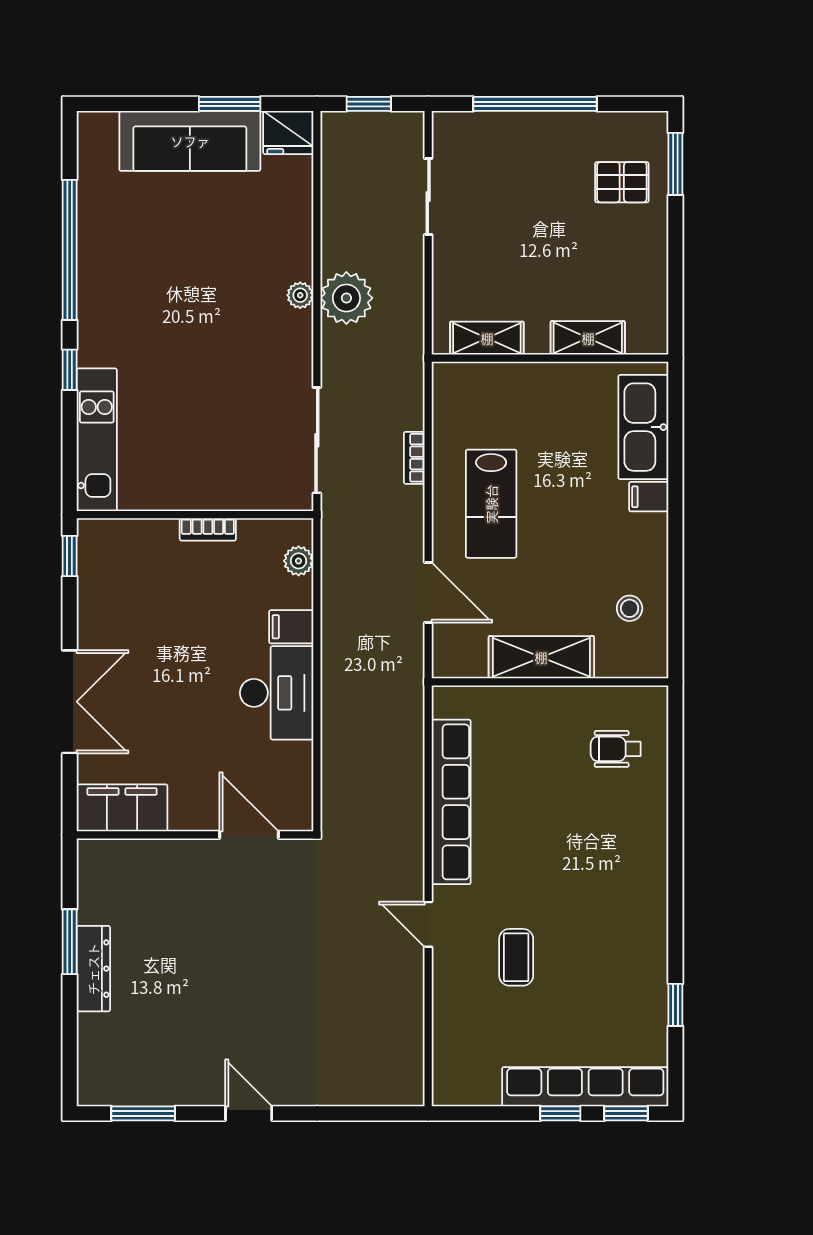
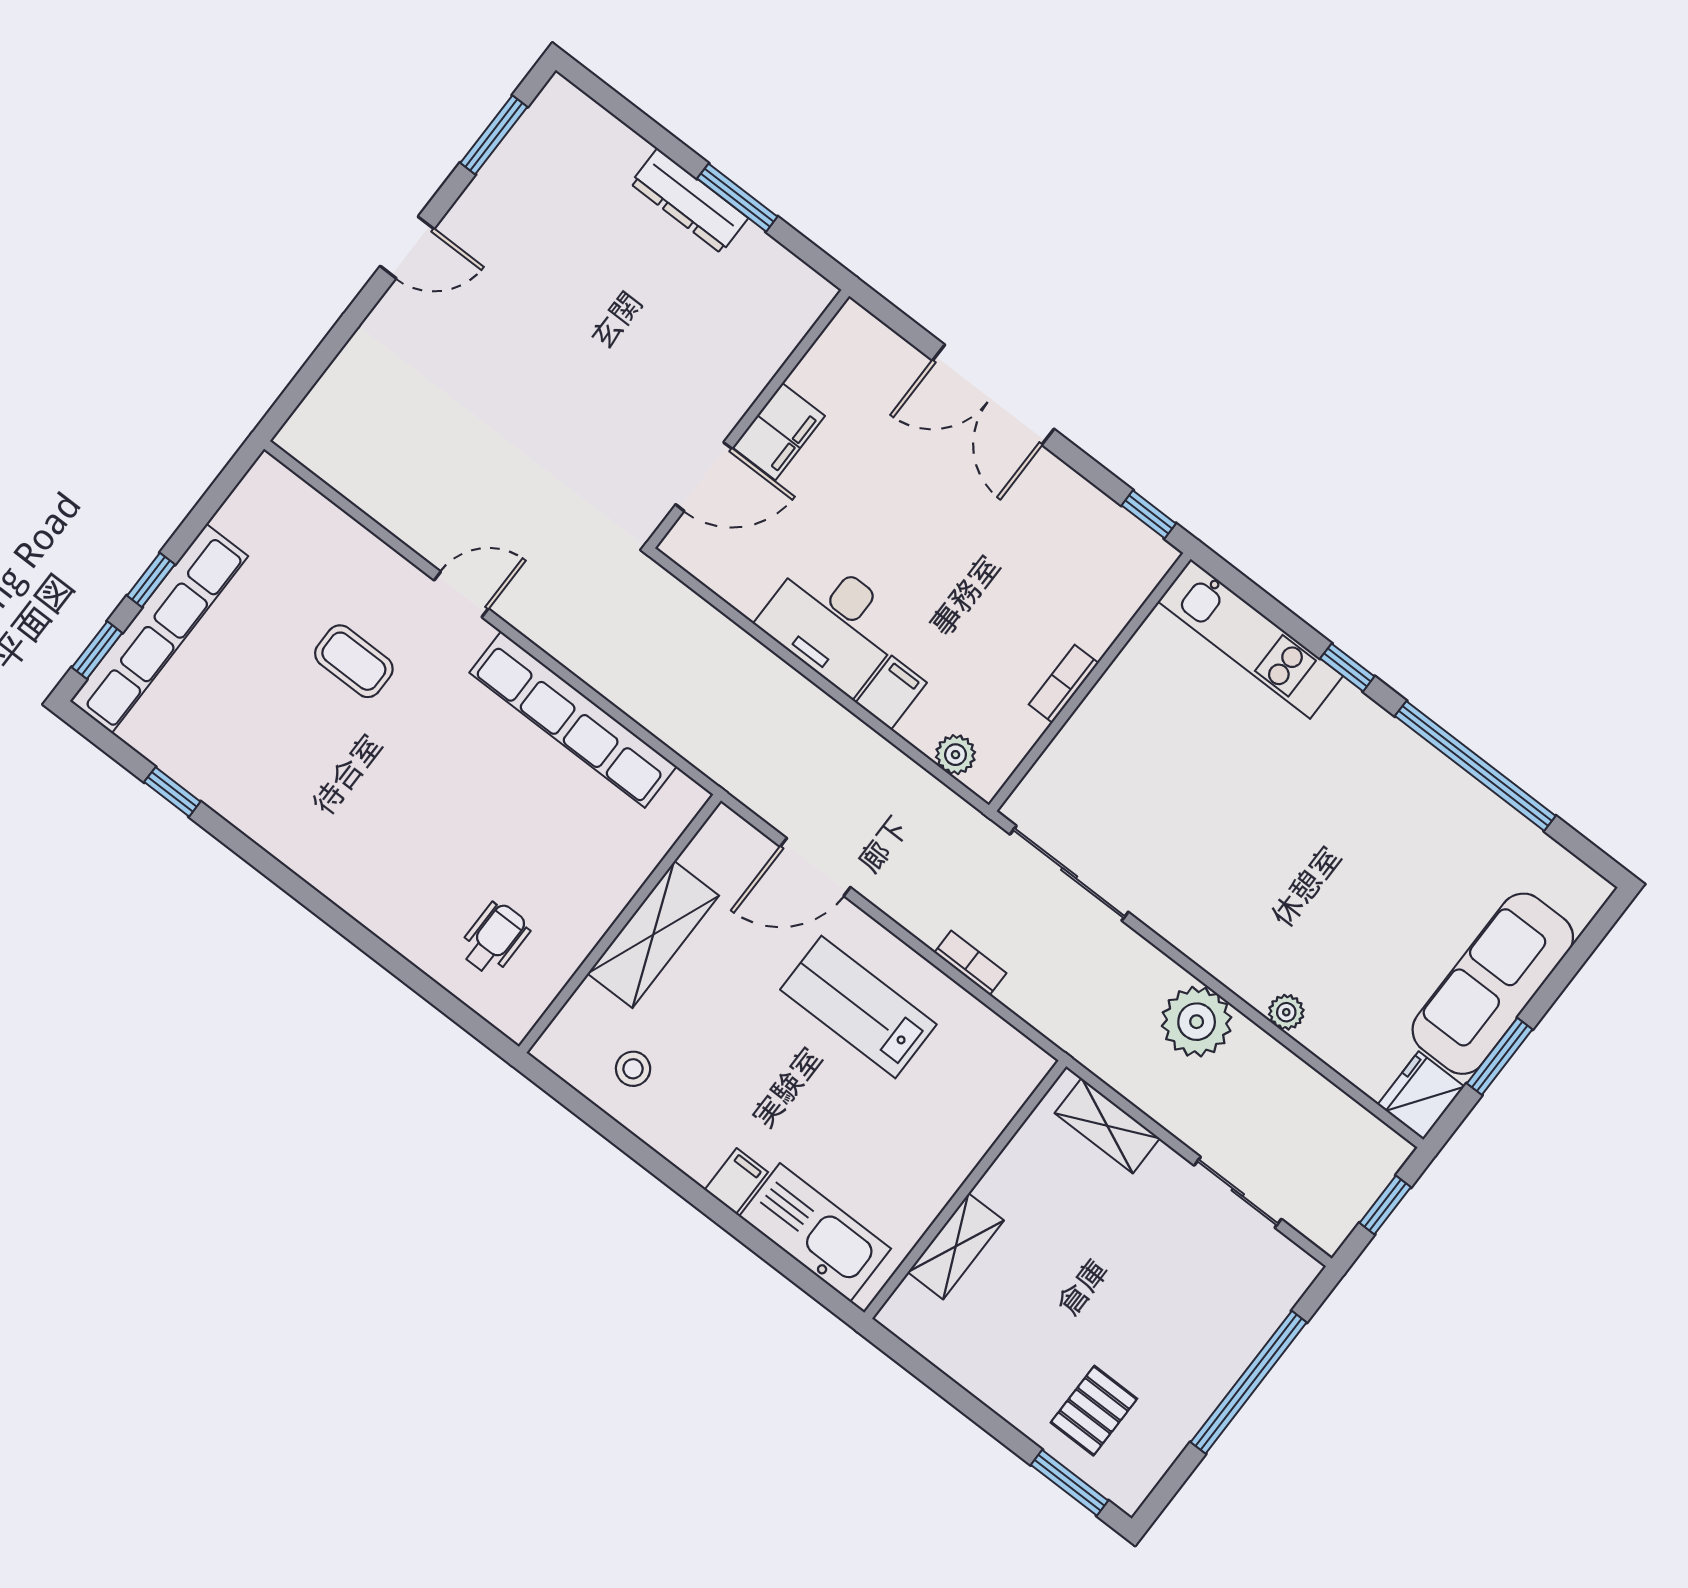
plant: (300, 295) -> (1286, 1012), moved
shelving: (487, 338) -> (1107, 1126), moved, turned 90
filing cabinet: (122, 808) -> (779, 432), moved, width x0.67, depth x0.86

